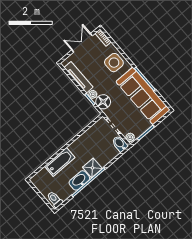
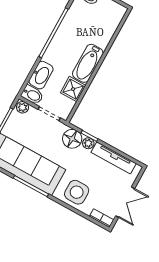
bathtub: (60, 162) -> (88, 63), moved
shower: (92, 168) -> (73, 89), moved
washbasin: (79, 180) -> (41, 75), moved

